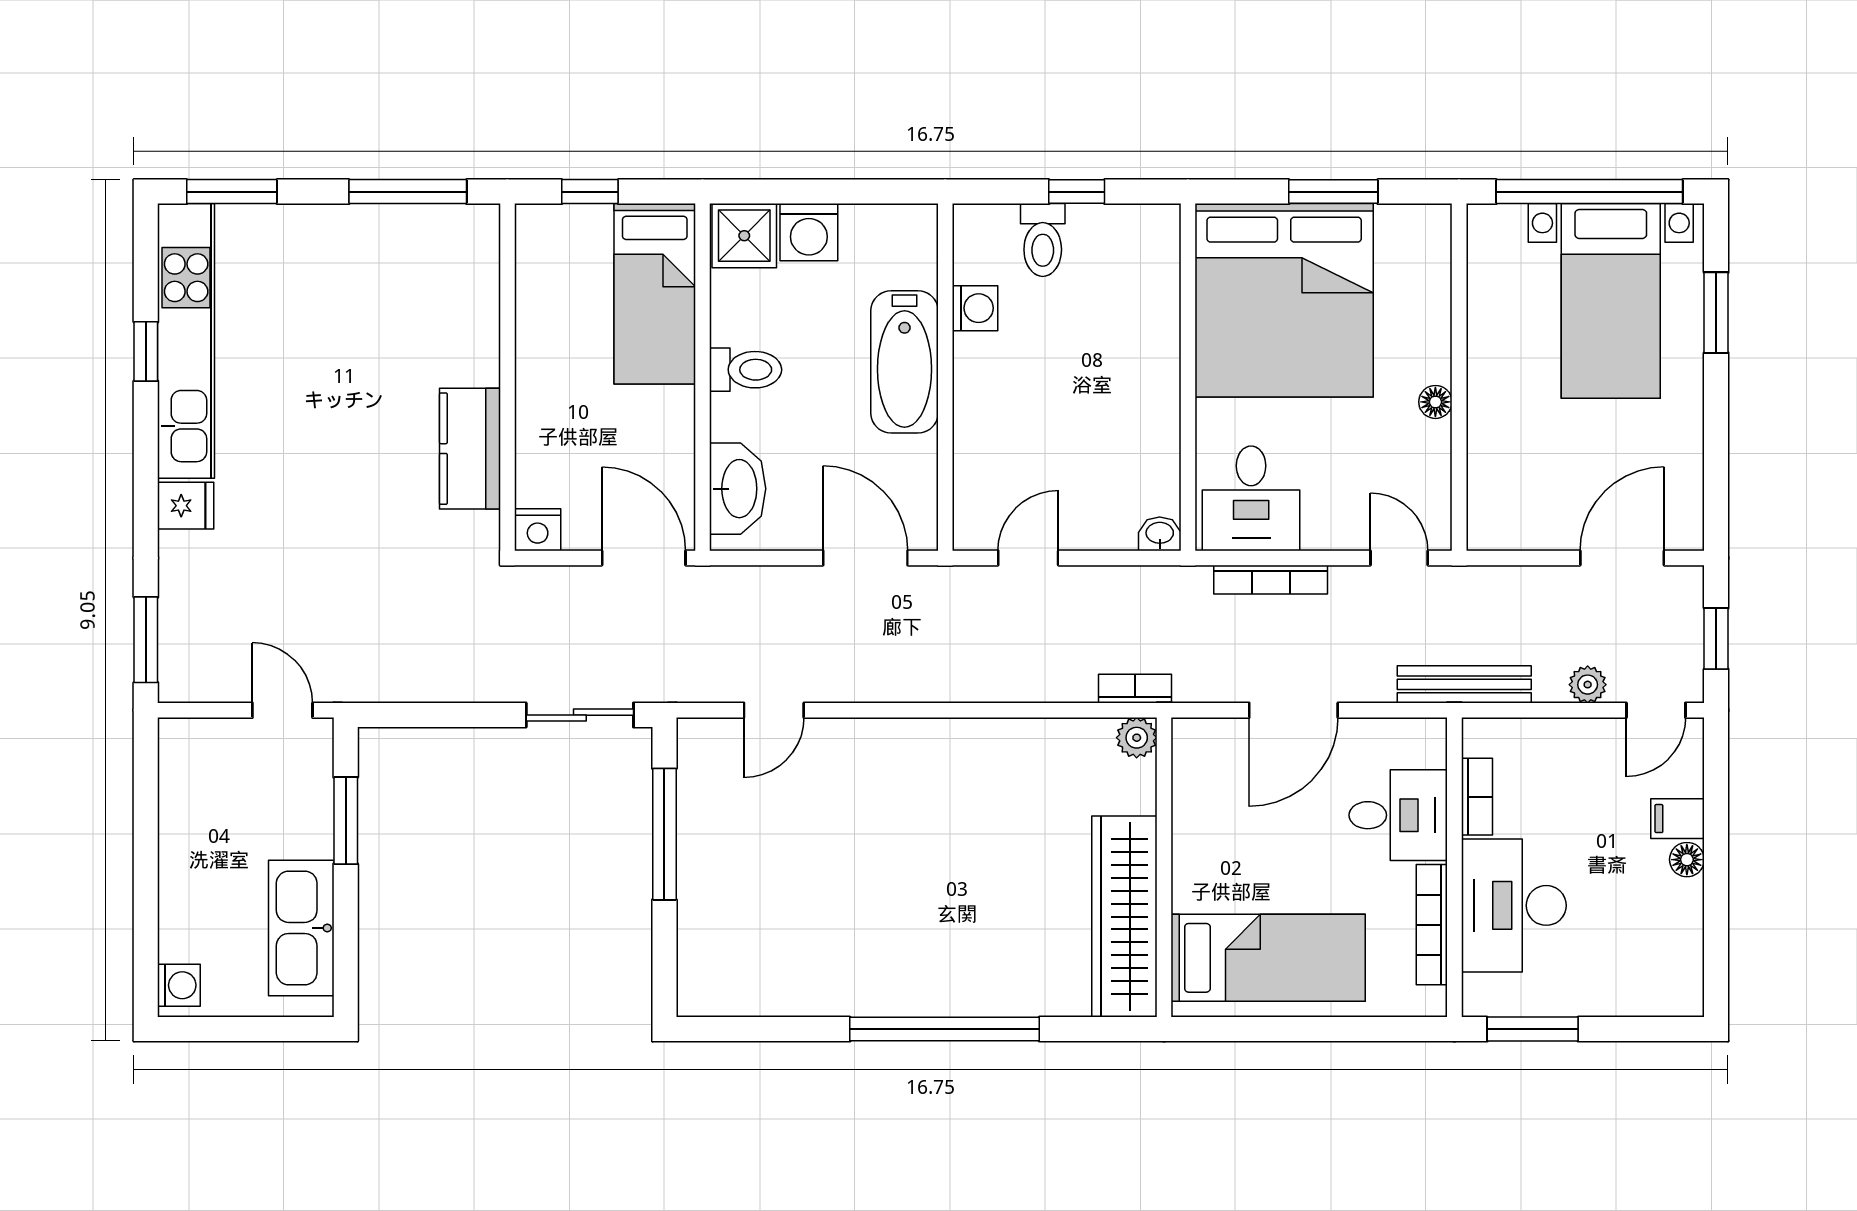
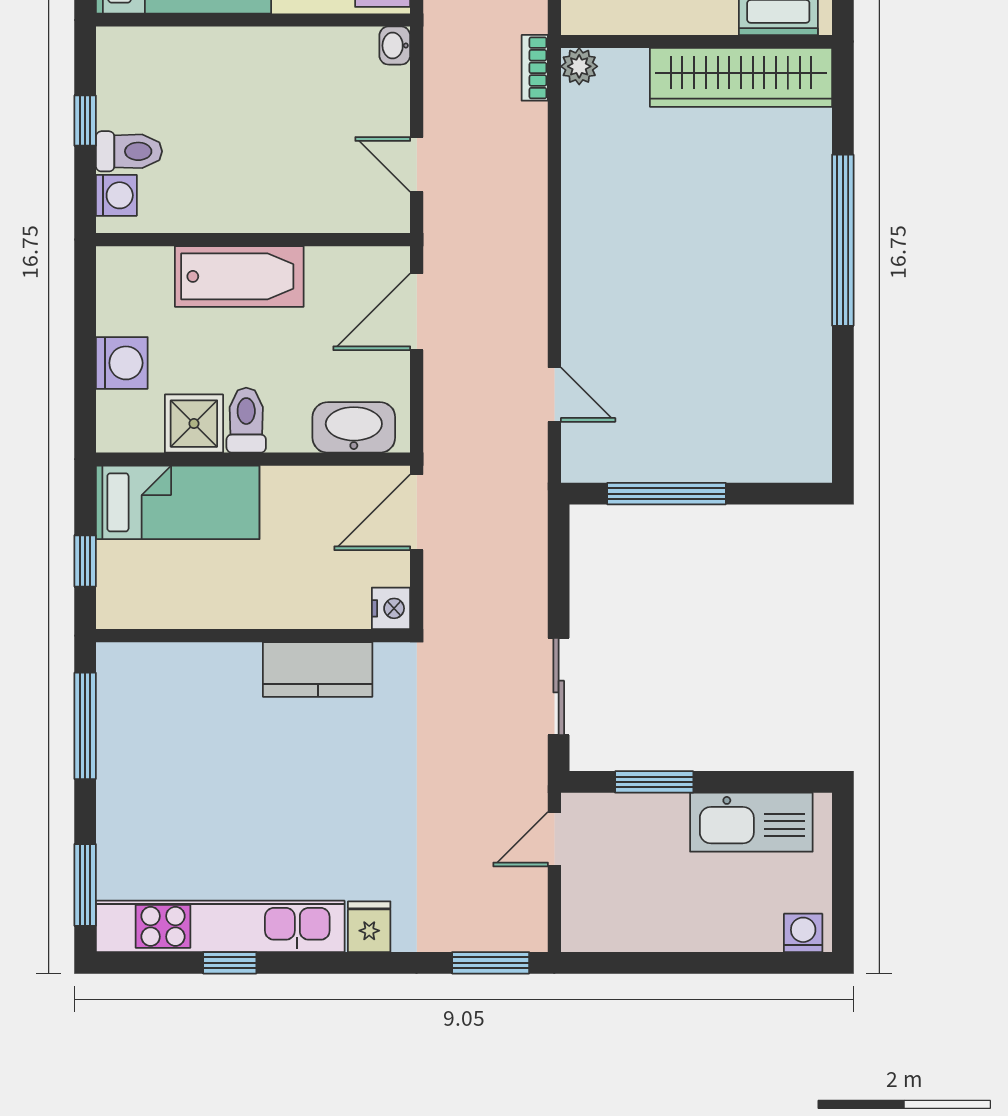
shower: (744, 236) -> (194, 424), moved
washing machine: (975, 308) -> (116, 195), moved, turned 90
sliding door: (580, 715) -> (559, 687), moved

